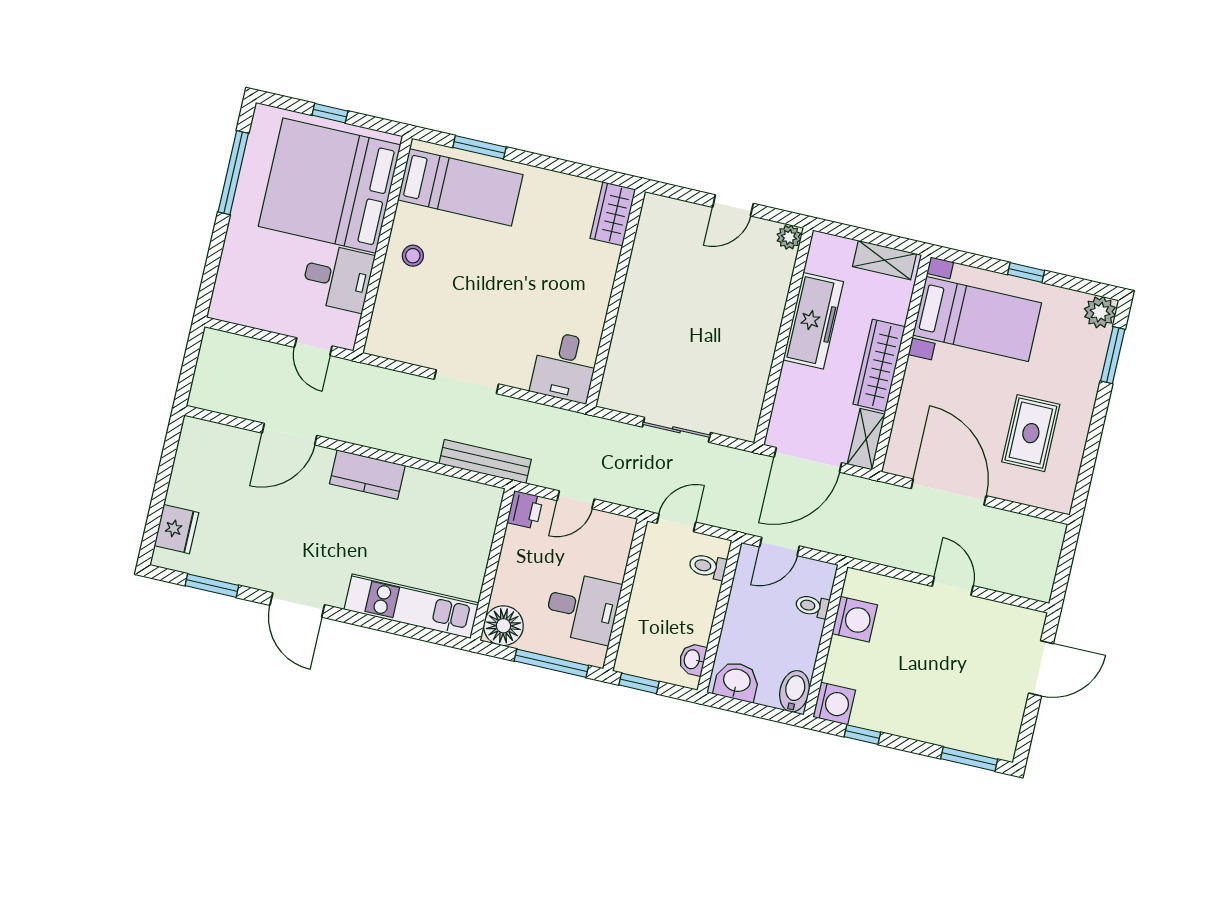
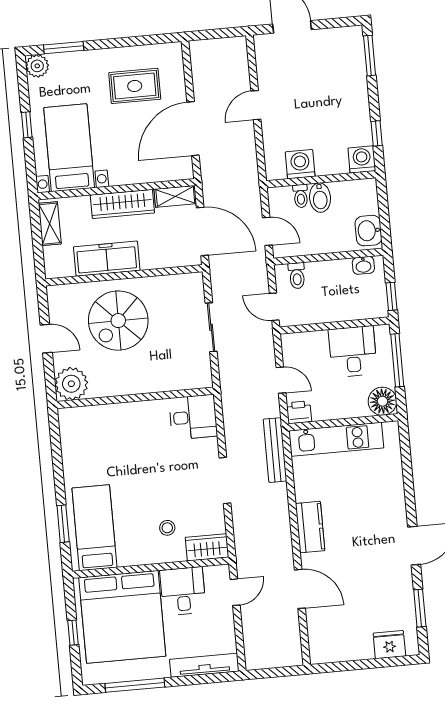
wardrobe: (613, 214) -> (207, 547), moved, turned 180
plant: (789, 237) -> (71, 384), moved, width x1.87, depth x1.87
stool: (413, 256) -> (167, 528), moved
tv unit: (229, 274) -> (204, 665), added
spiral stairs: (726, 309) -> (118, 321), added
kitchen unit: (411, 606) -> (336, 439), moved, turned -90
bidet: (794, 691) -> (320, 198), moved, turned -90

